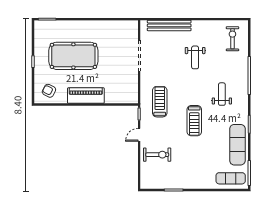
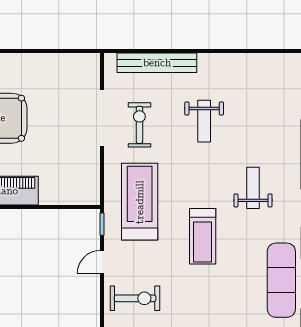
exercise bike: (232, 39) -> (139, 125), moved
treadmill: (160, 102) -> (140, 202), width x1.37, depth x1.38

